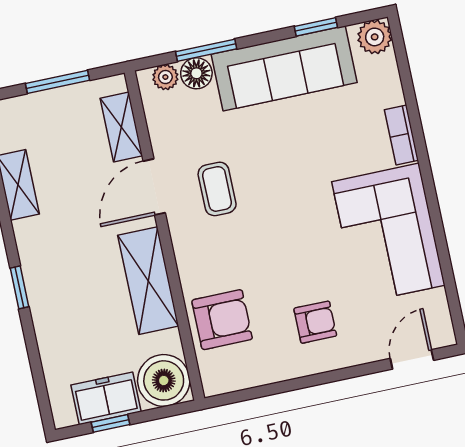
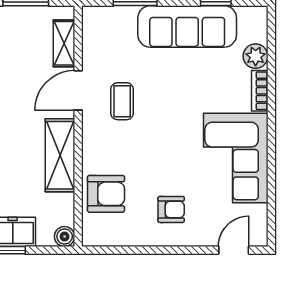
plant: (375, 37) -> (256, 56), moved
floor lamp: (196, 73) -> (125, 17), removed
plant: (165, 77) -> (102, 15), removed
boiler: (164, 380) -> (65, 237), width x0.54, depth x0.54

